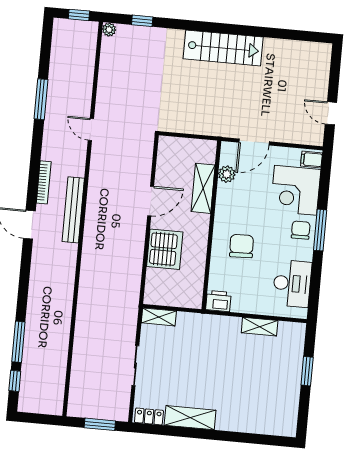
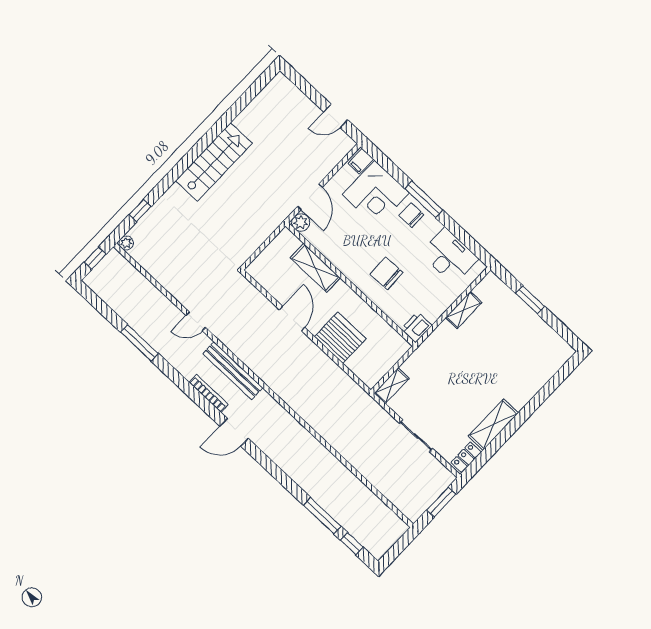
plant: (227, 174) -> (301, 222), moved
bench: (73, 210) -> (233, 371), moved

